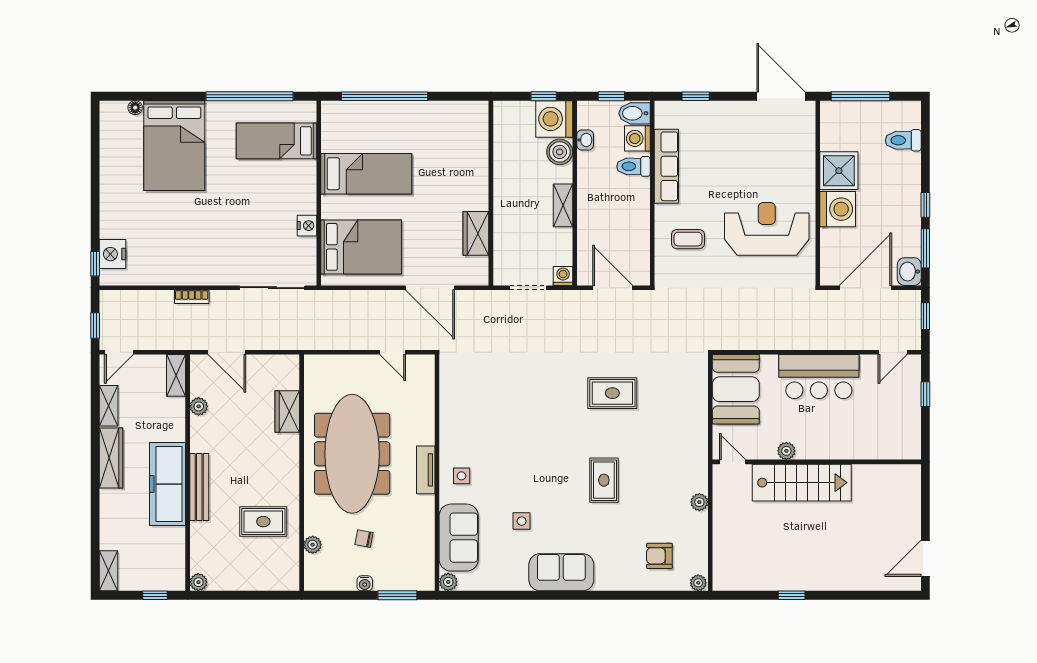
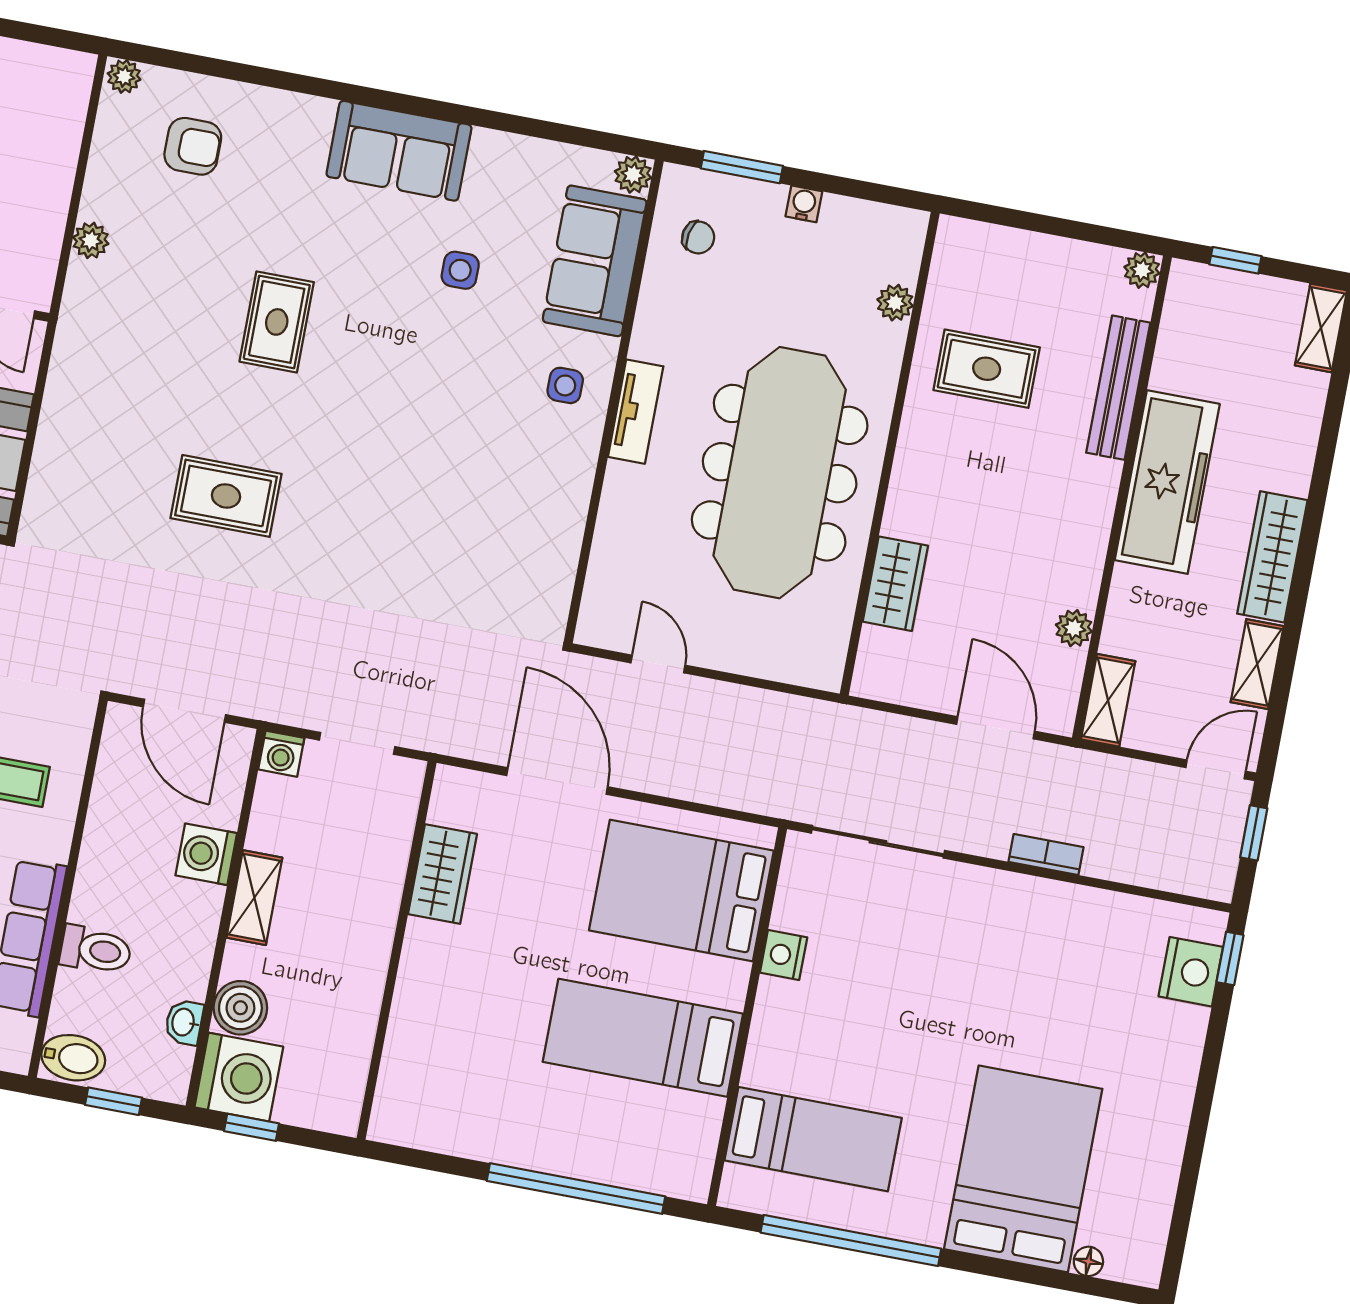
washing machine: (637, 138) -> (206, 854), moved, turned 180
bench: (199, 487) -> (1118, 388), moved
chair: (364, 539) -> (698, 237), moved

